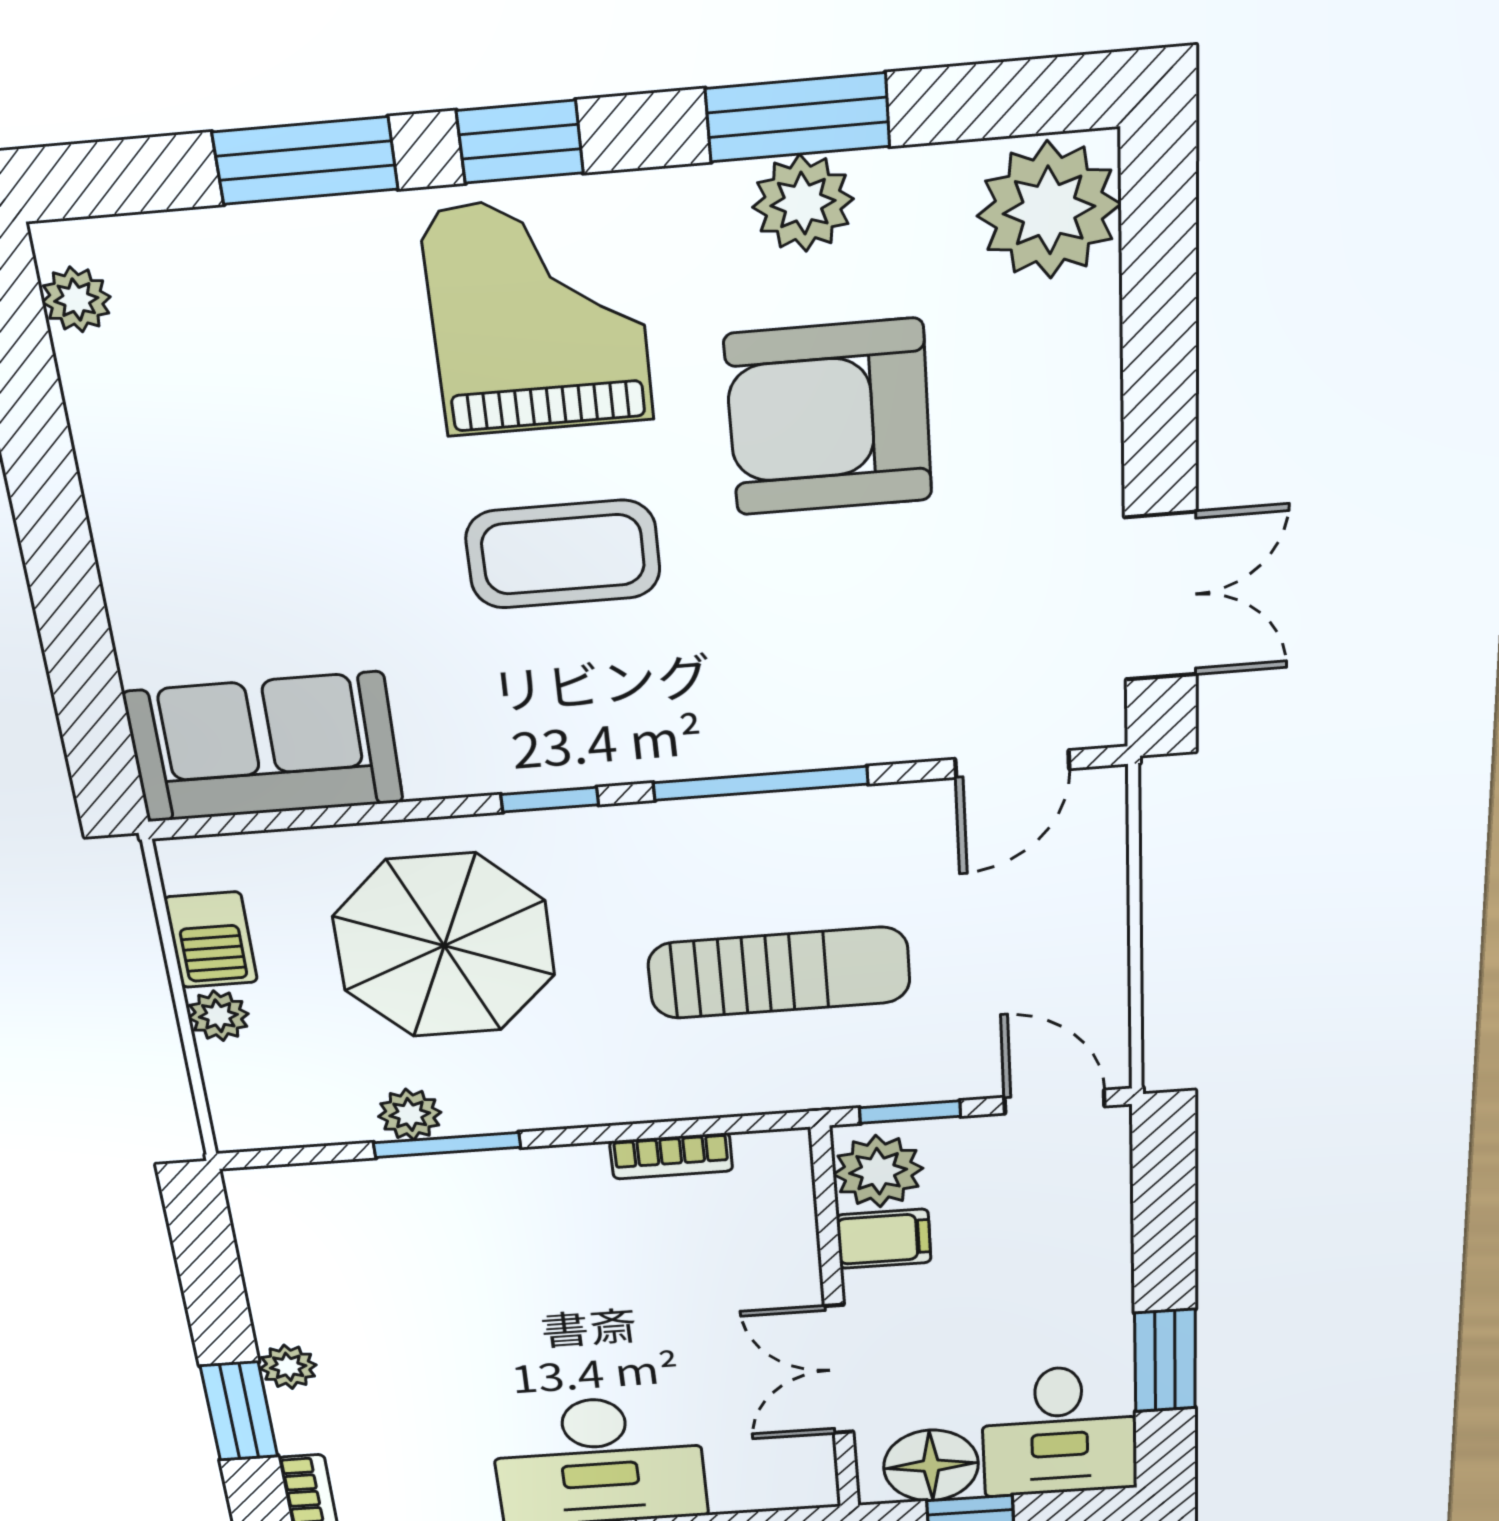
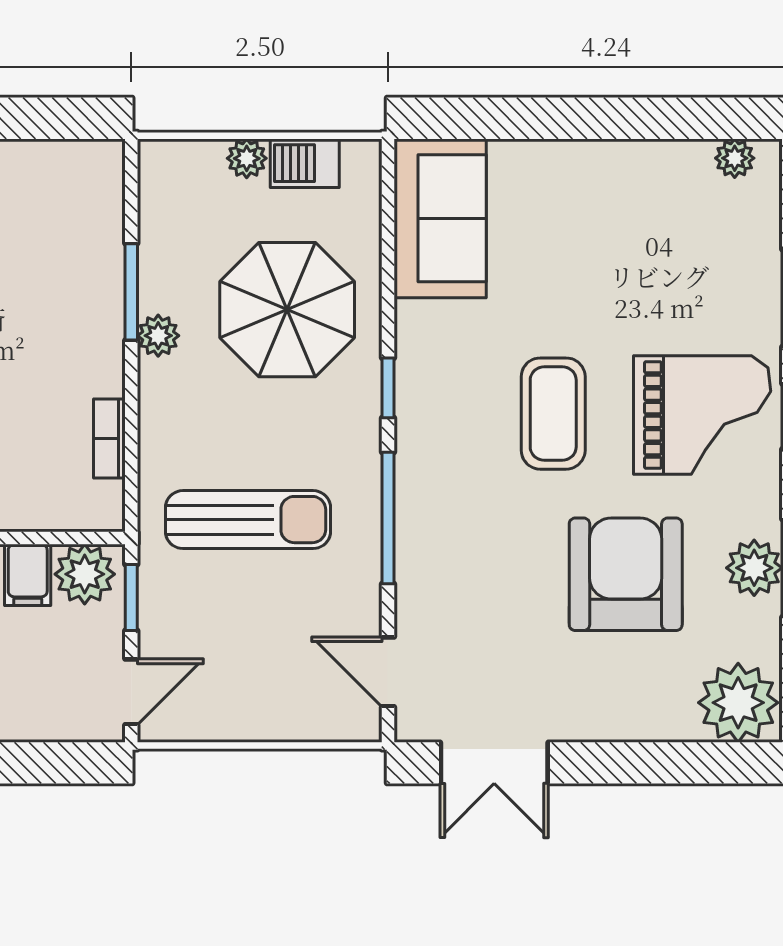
sun lounger: (779, 973) -> (248, 520), turned -90
plant: (410, 1114) -> (158, 336), moved

